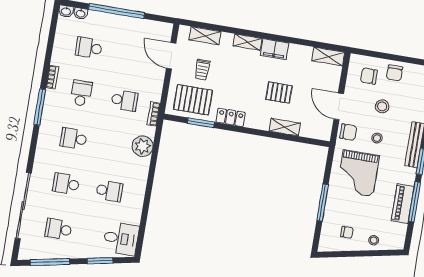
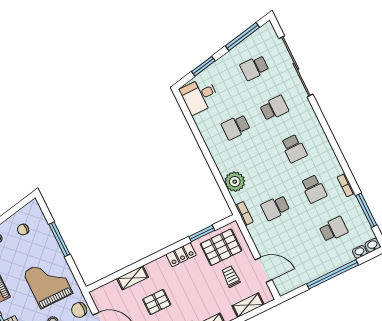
window: (40, 107) -> (366, 210), moved
school desk: (74, 138) -> (294, 149), turned 90
school desk: (59, 229) -> (254, 68), turned 180

